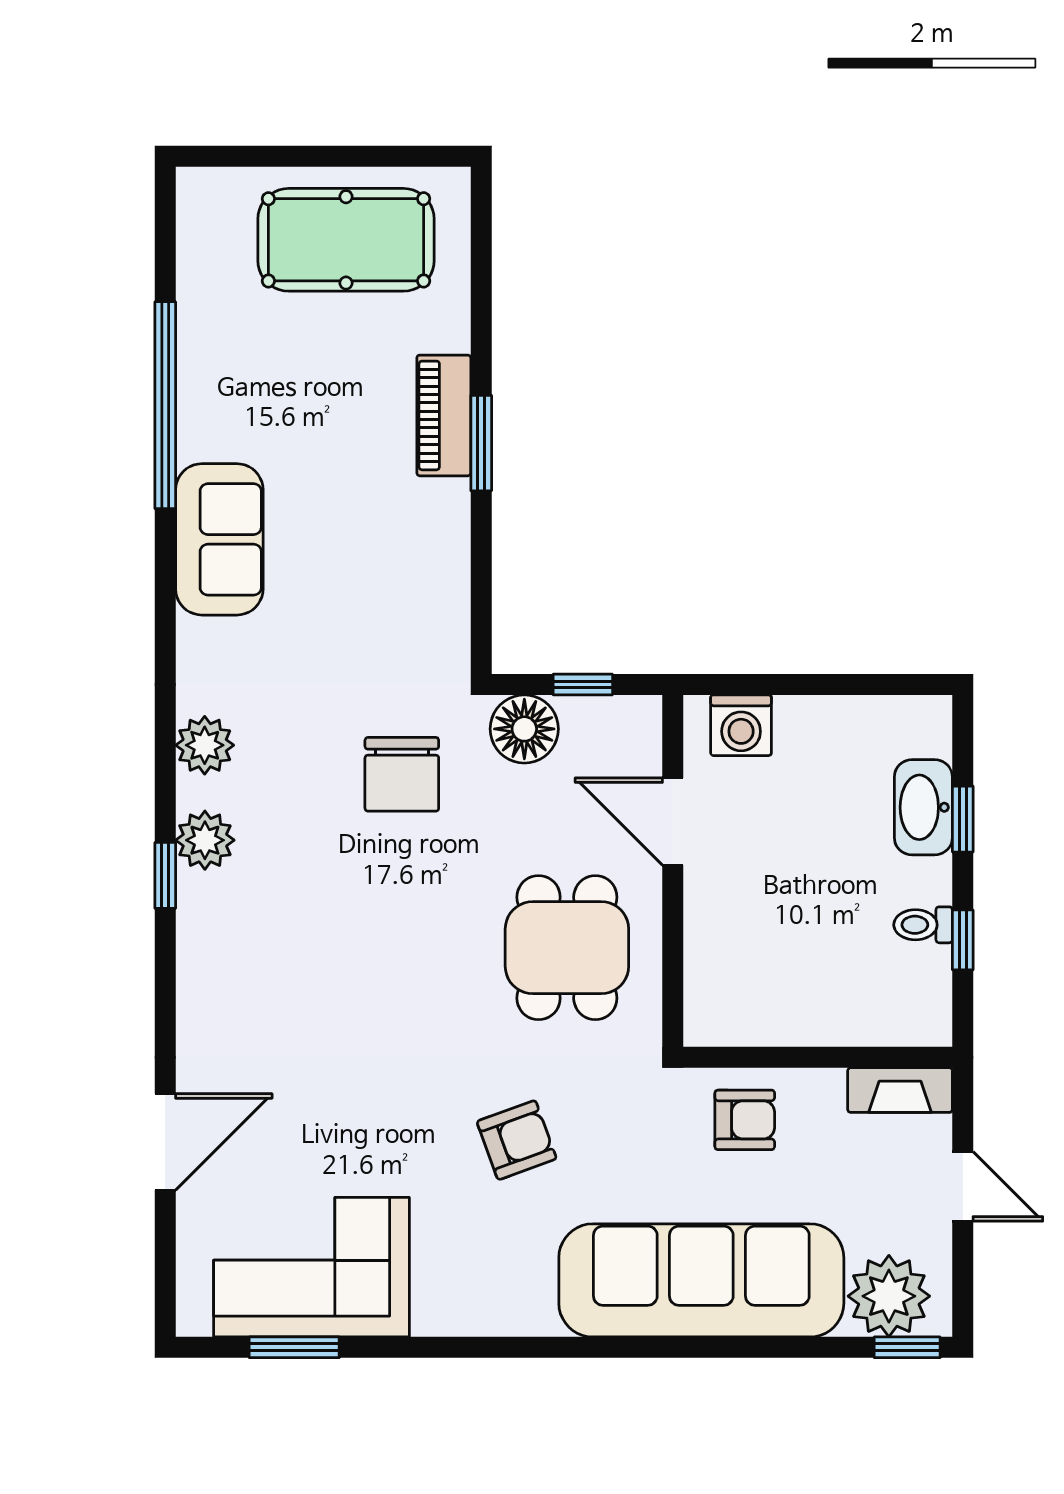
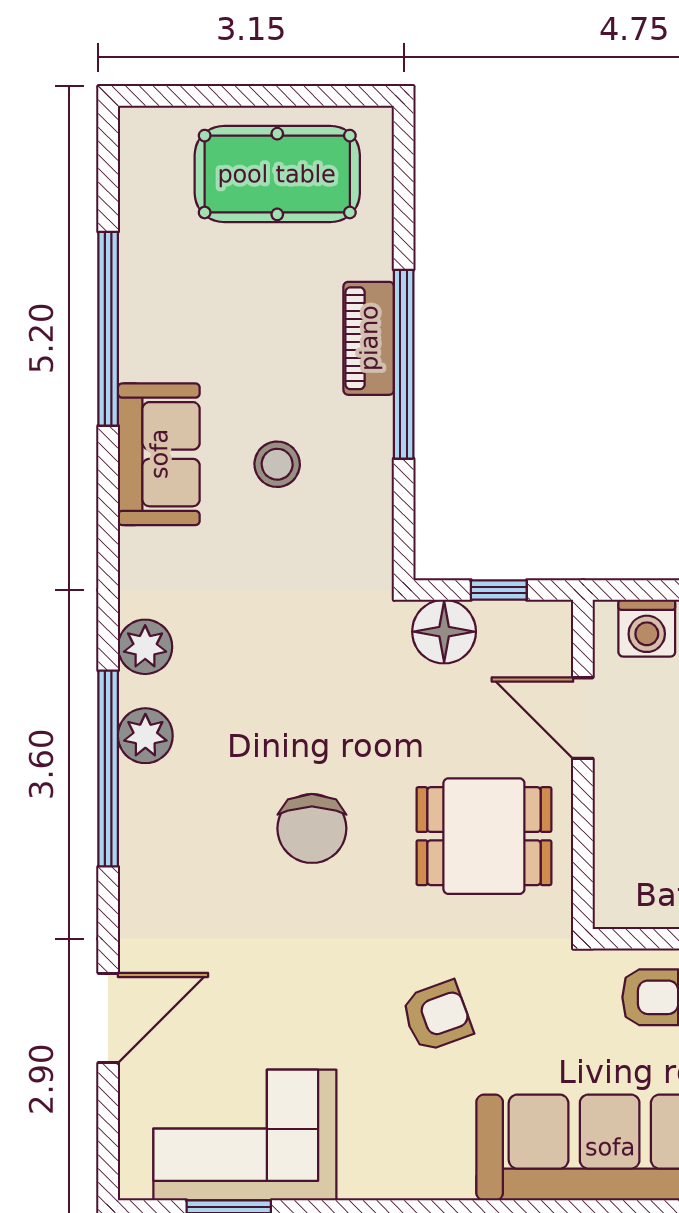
window: (481, 443) -> (404, 364), width x2.11
stool: (346, 550) -> (277, 464), added
chair: (402, 774) -> (312, 828), moved
window: (165, 875) -> (108, 769), width x3.17
dining table: (567, 948) -> (484, 836), turned 90

